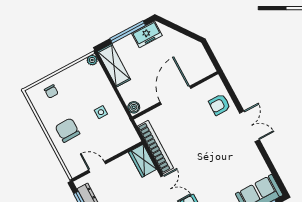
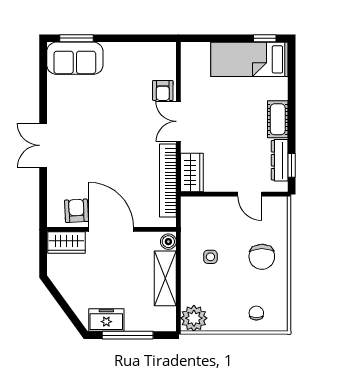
plant: (92, 60) -> (194, 318), width x1.88, depth x1.88
shelving: (114, 65) -> (165, 278), moved
wardrobe: (200, 71) -> (66, 242), added
door: (175, 95) -> (111, 229), swing flipped
armchair: (219, 105) -> (76, 211), moved, turned -93

